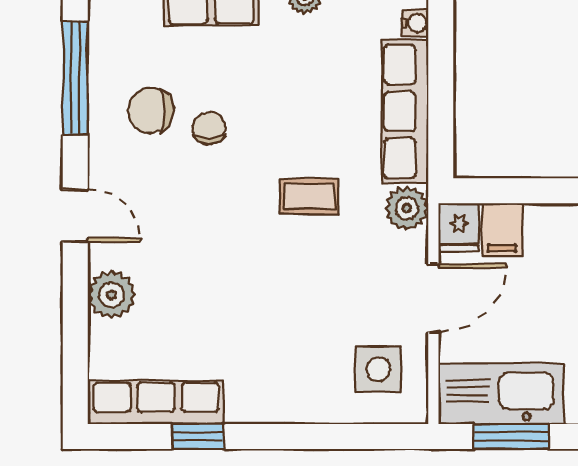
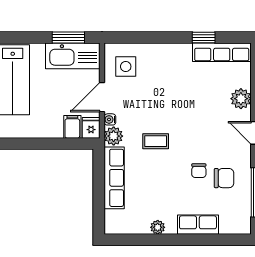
water cooler: (415, 23) -> (110, 119), moved

